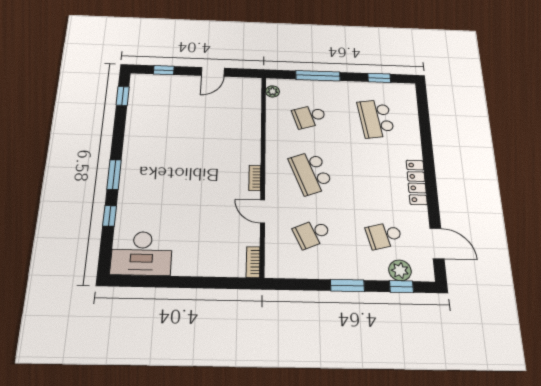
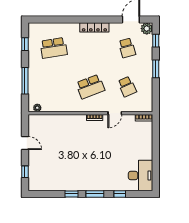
window: (123, 96) -> (72, 194), moved
school desk: (309, 116) -> (54, 87), removed
plant: (400, 270) -> (147, 29), moved

